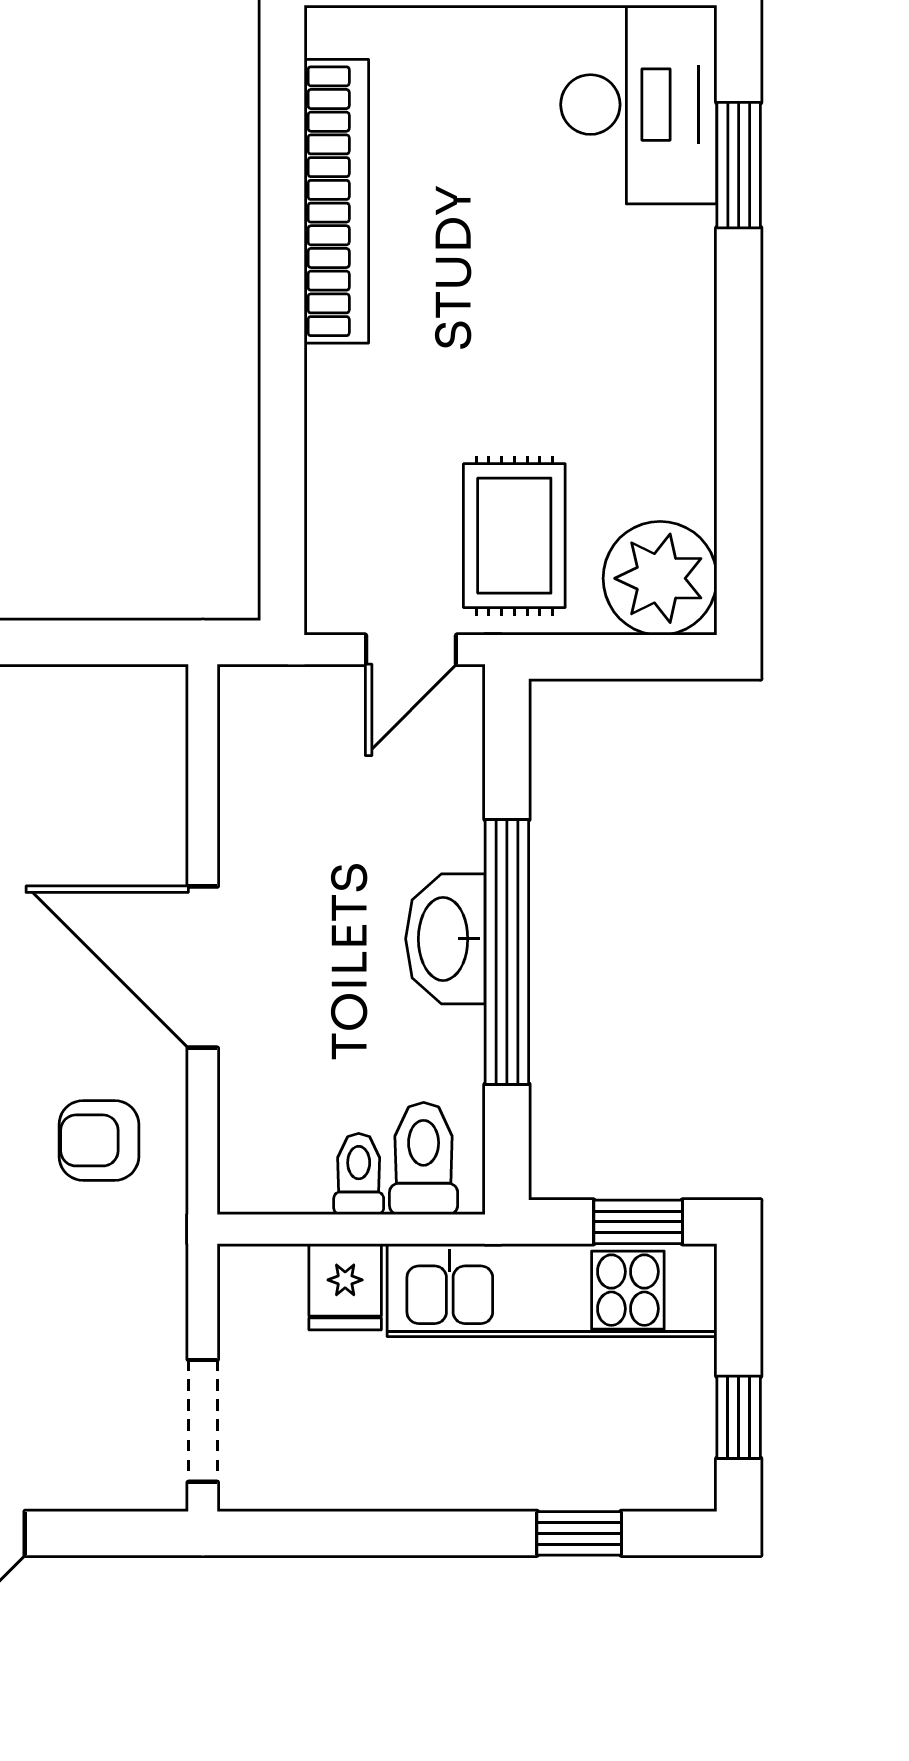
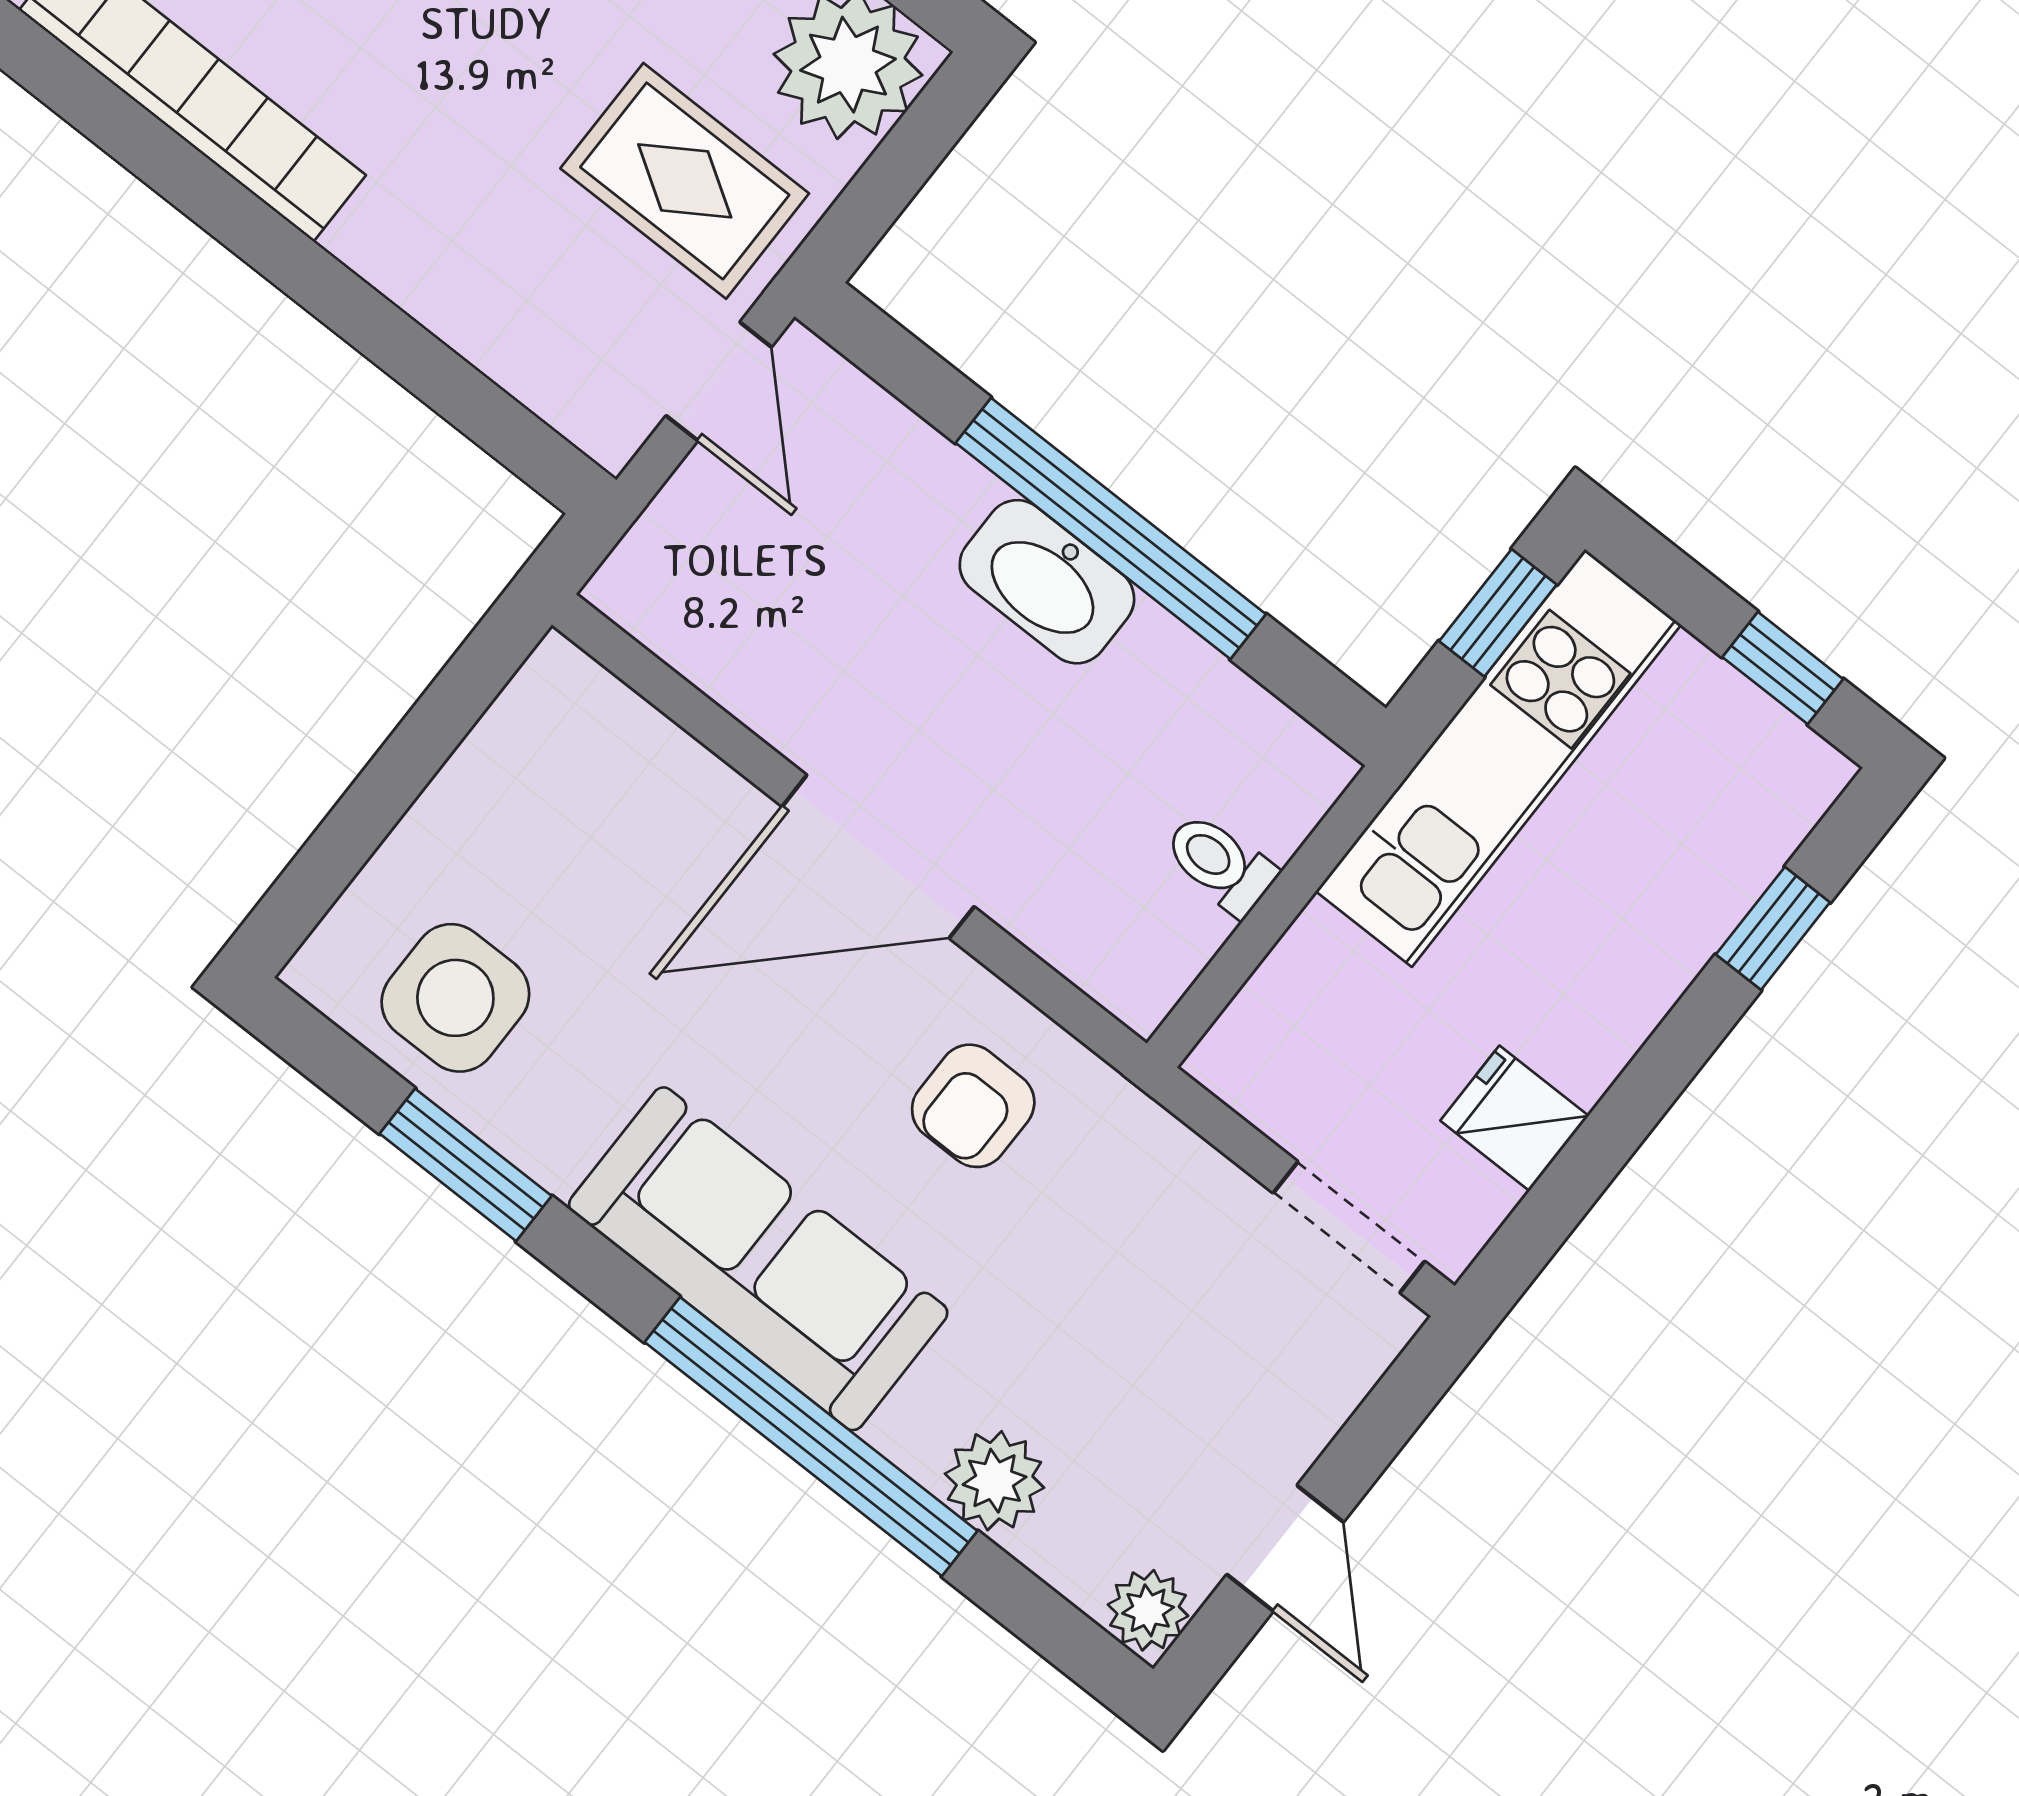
toilet: (424, 1159) -> (1257, 784), removed
fridge: (345, 1287) -> (1514, 1118), moved, turned 180

